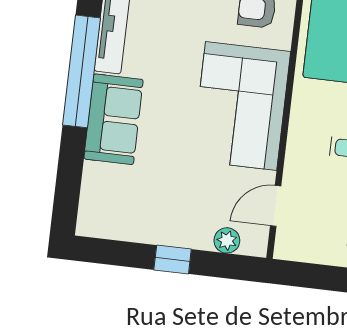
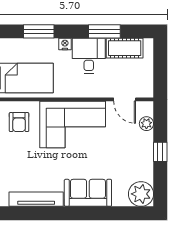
window: (81, 71) -> (64, 213), removed
plant: (100, 215) -> (141, 194), added

